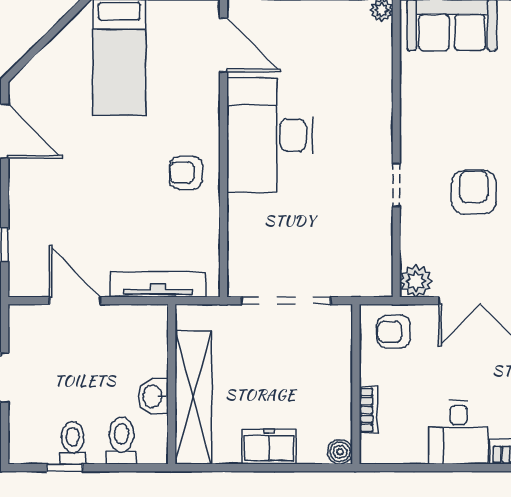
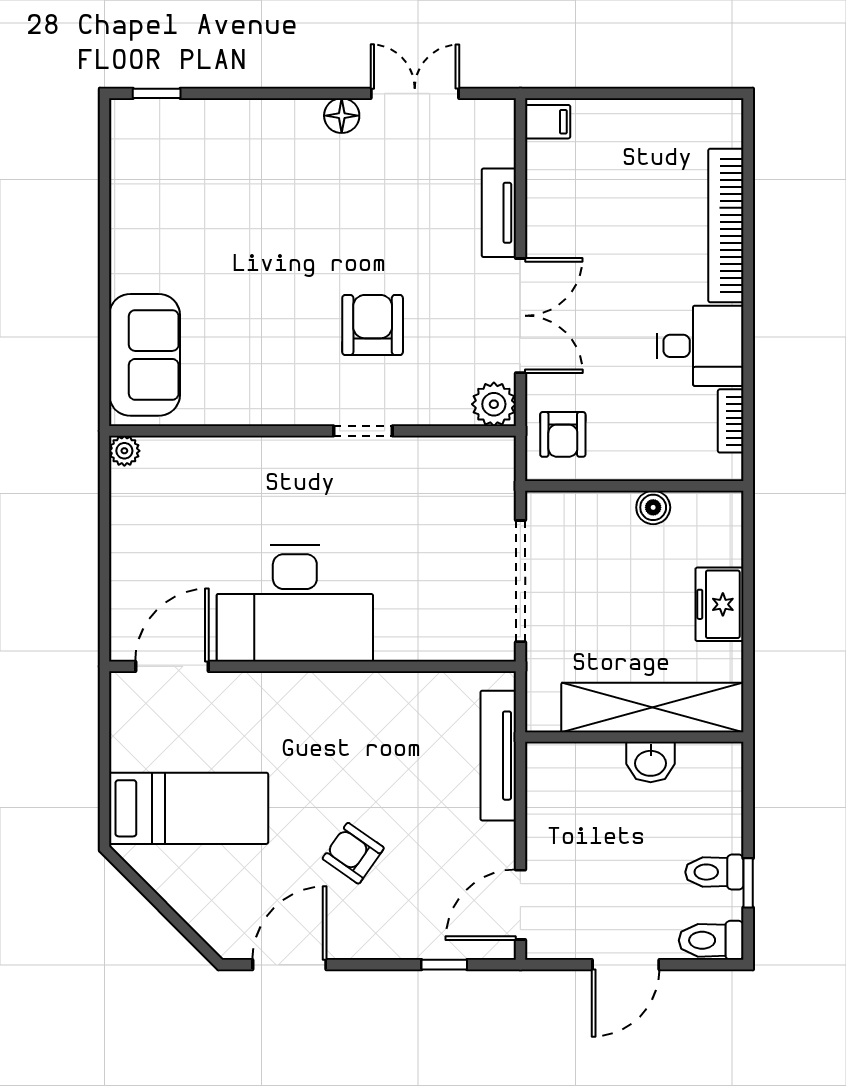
armchair: (186, 173) -> (353, 853), moved, turned 125
armchair: (474, 192) -> (373, 325), turned 90
door: (75, 301) -> (520, 905), moved
bookcase: (369, 410) -> (731, 421), moved, turned -90
toilet: (121, 441) -> (711, 940), moved
boiler: (340, 452) -> (653, 507), moved

